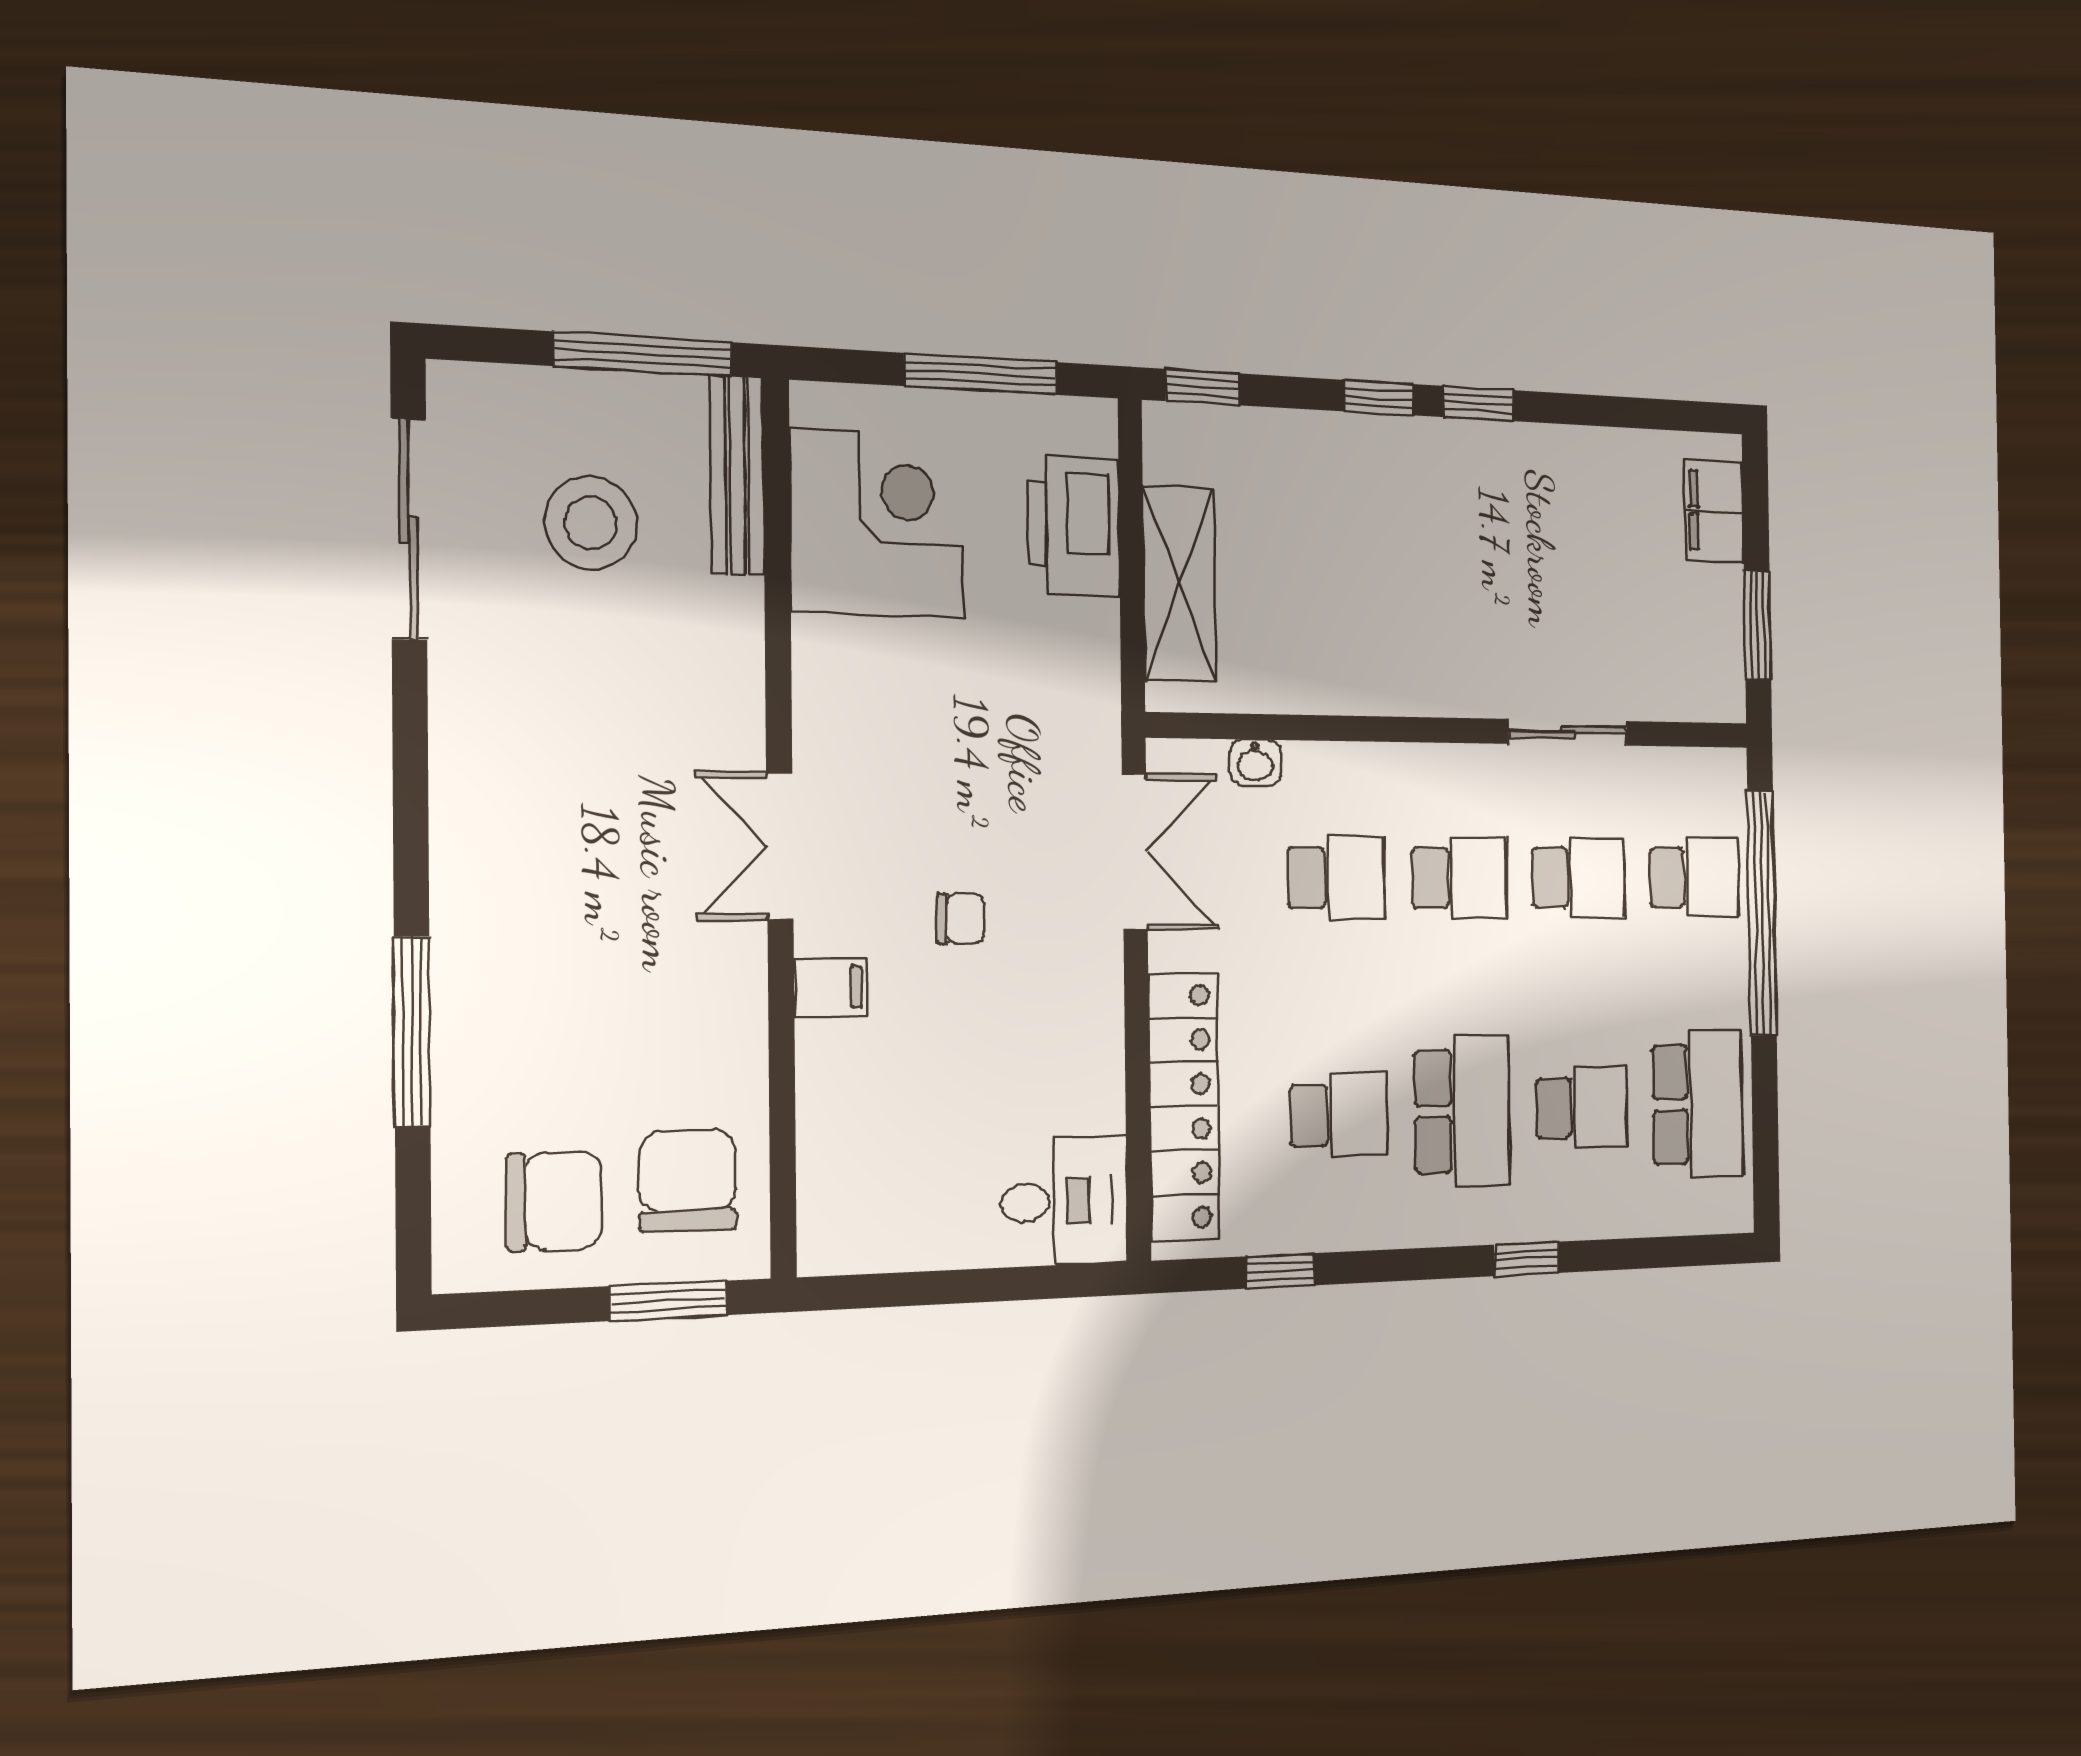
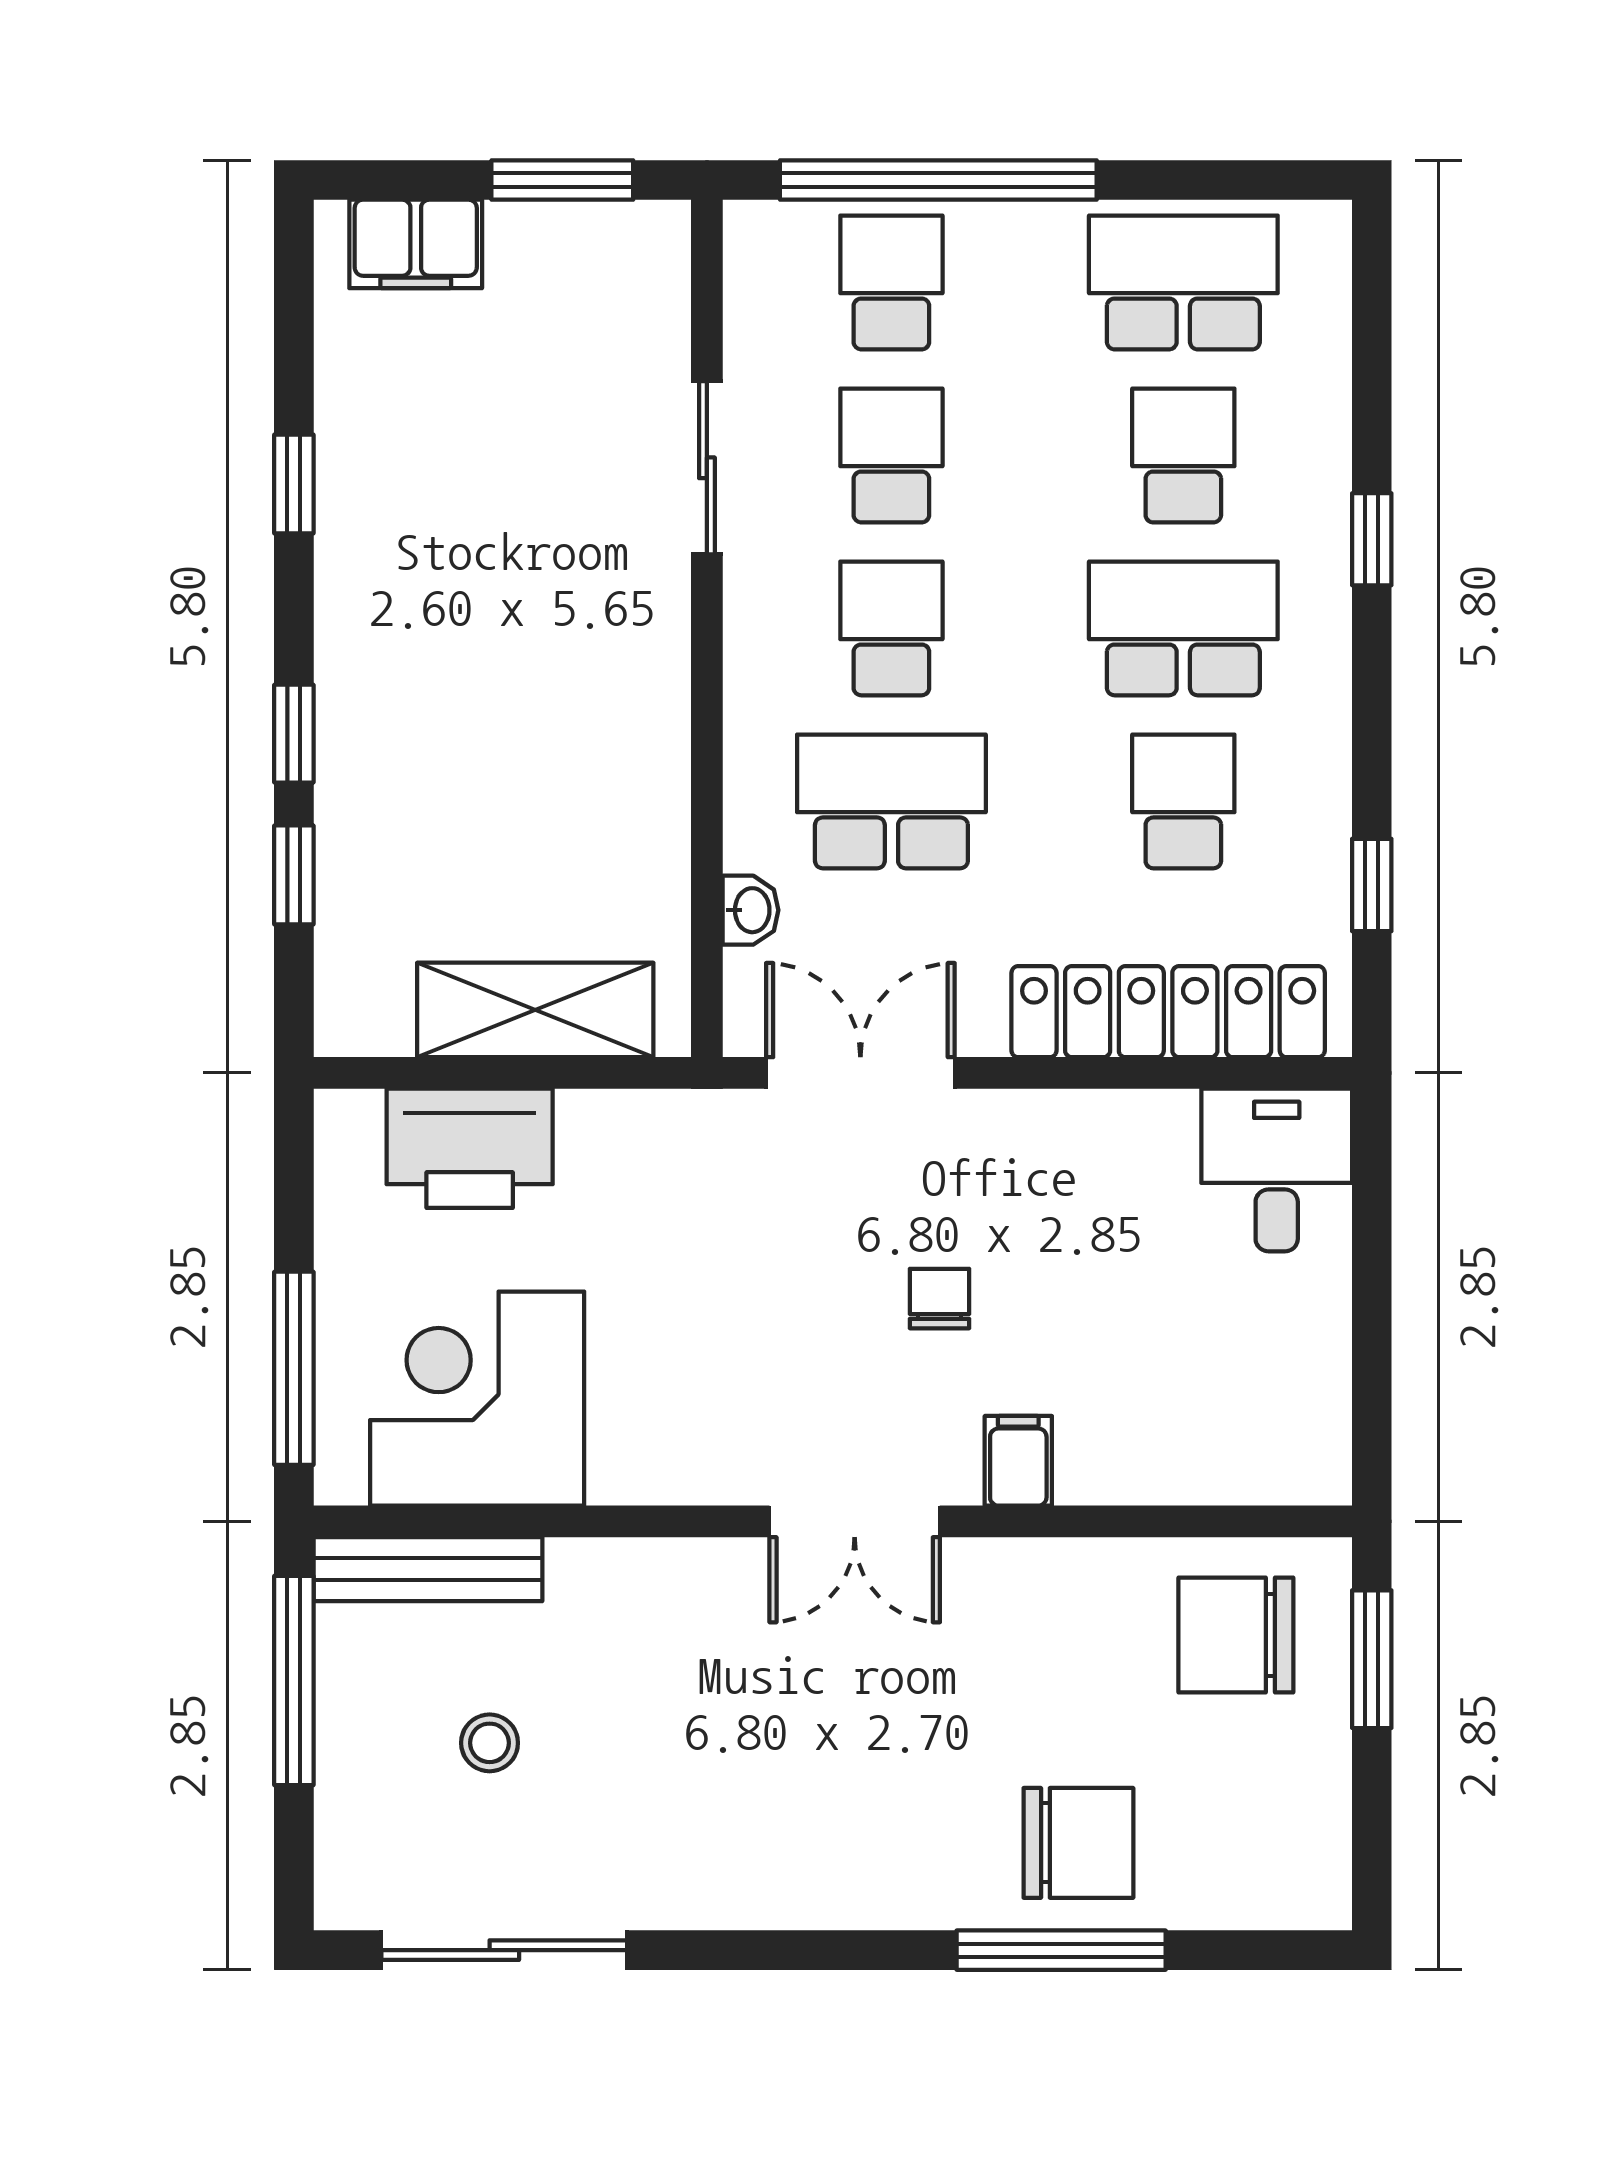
window: (981, 374) -> (294, 1368), moved
window: (1203, 387) -> (294, 875), moved
window: (1479, 404) -> (294, 484), moved
stool: (591, 523) -> (490, 1743), width x0.53, depth x0.53
school desk: (1336, 878) -> (891, 801), width x1.85
chair: (554, 1201) -> (1078, 1843), moved, turned 90

